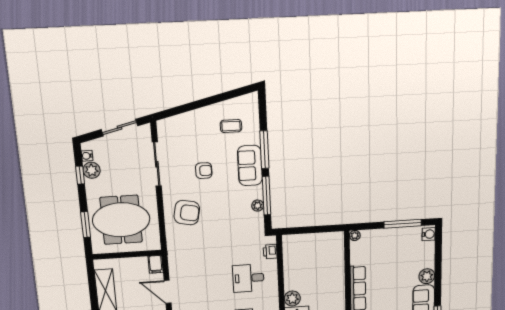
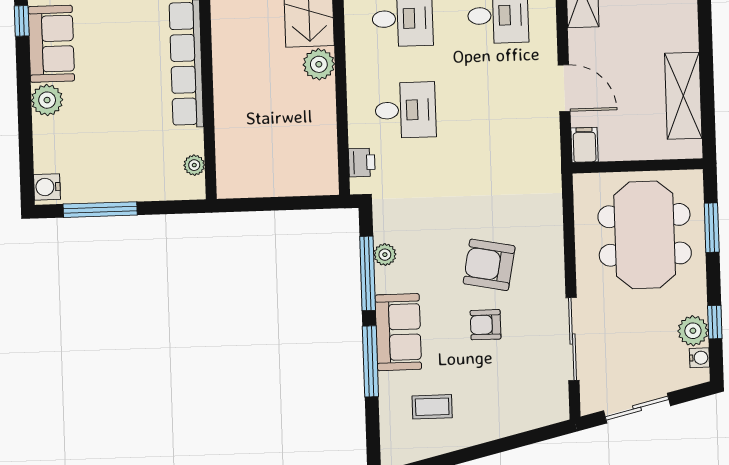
armchair: (187, 213) -> (489, 265), moved
meeting table: (121, 220) -> (645, 235), turned 90
plant: (355, 235) -> (194, 165), moved

